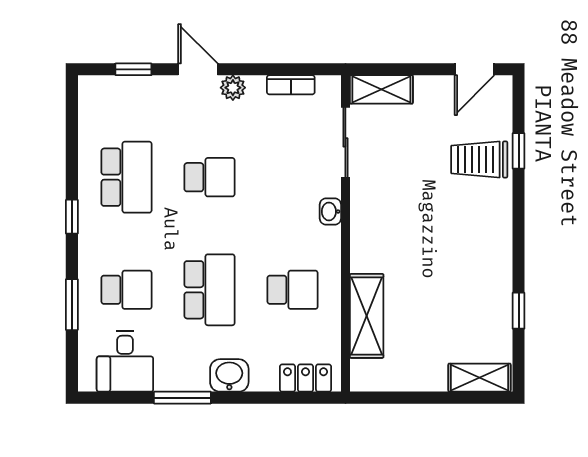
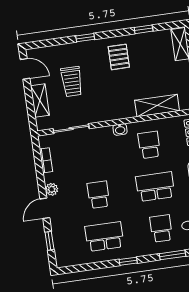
shelving: (381, 89) -> (40, 101), moved
window: (519, 151) -> (85, 38), moved
trolley: (479, 159) -> (72, 82), moved
washbasin: (330, 211) -> (120, 129), moved
pallet: (472, 255) -> (119, 57), added

